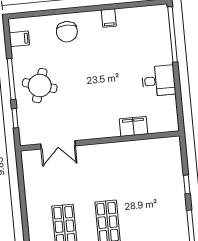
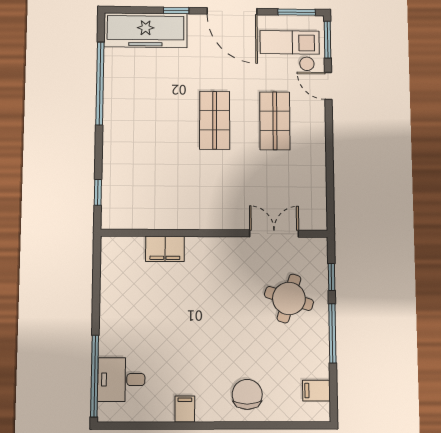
desk: (159, 81) -> (121, 380), moved
round table: (40, 86) -> (289, 298), moved
window: (187, 184) -> (98, 192), moved

